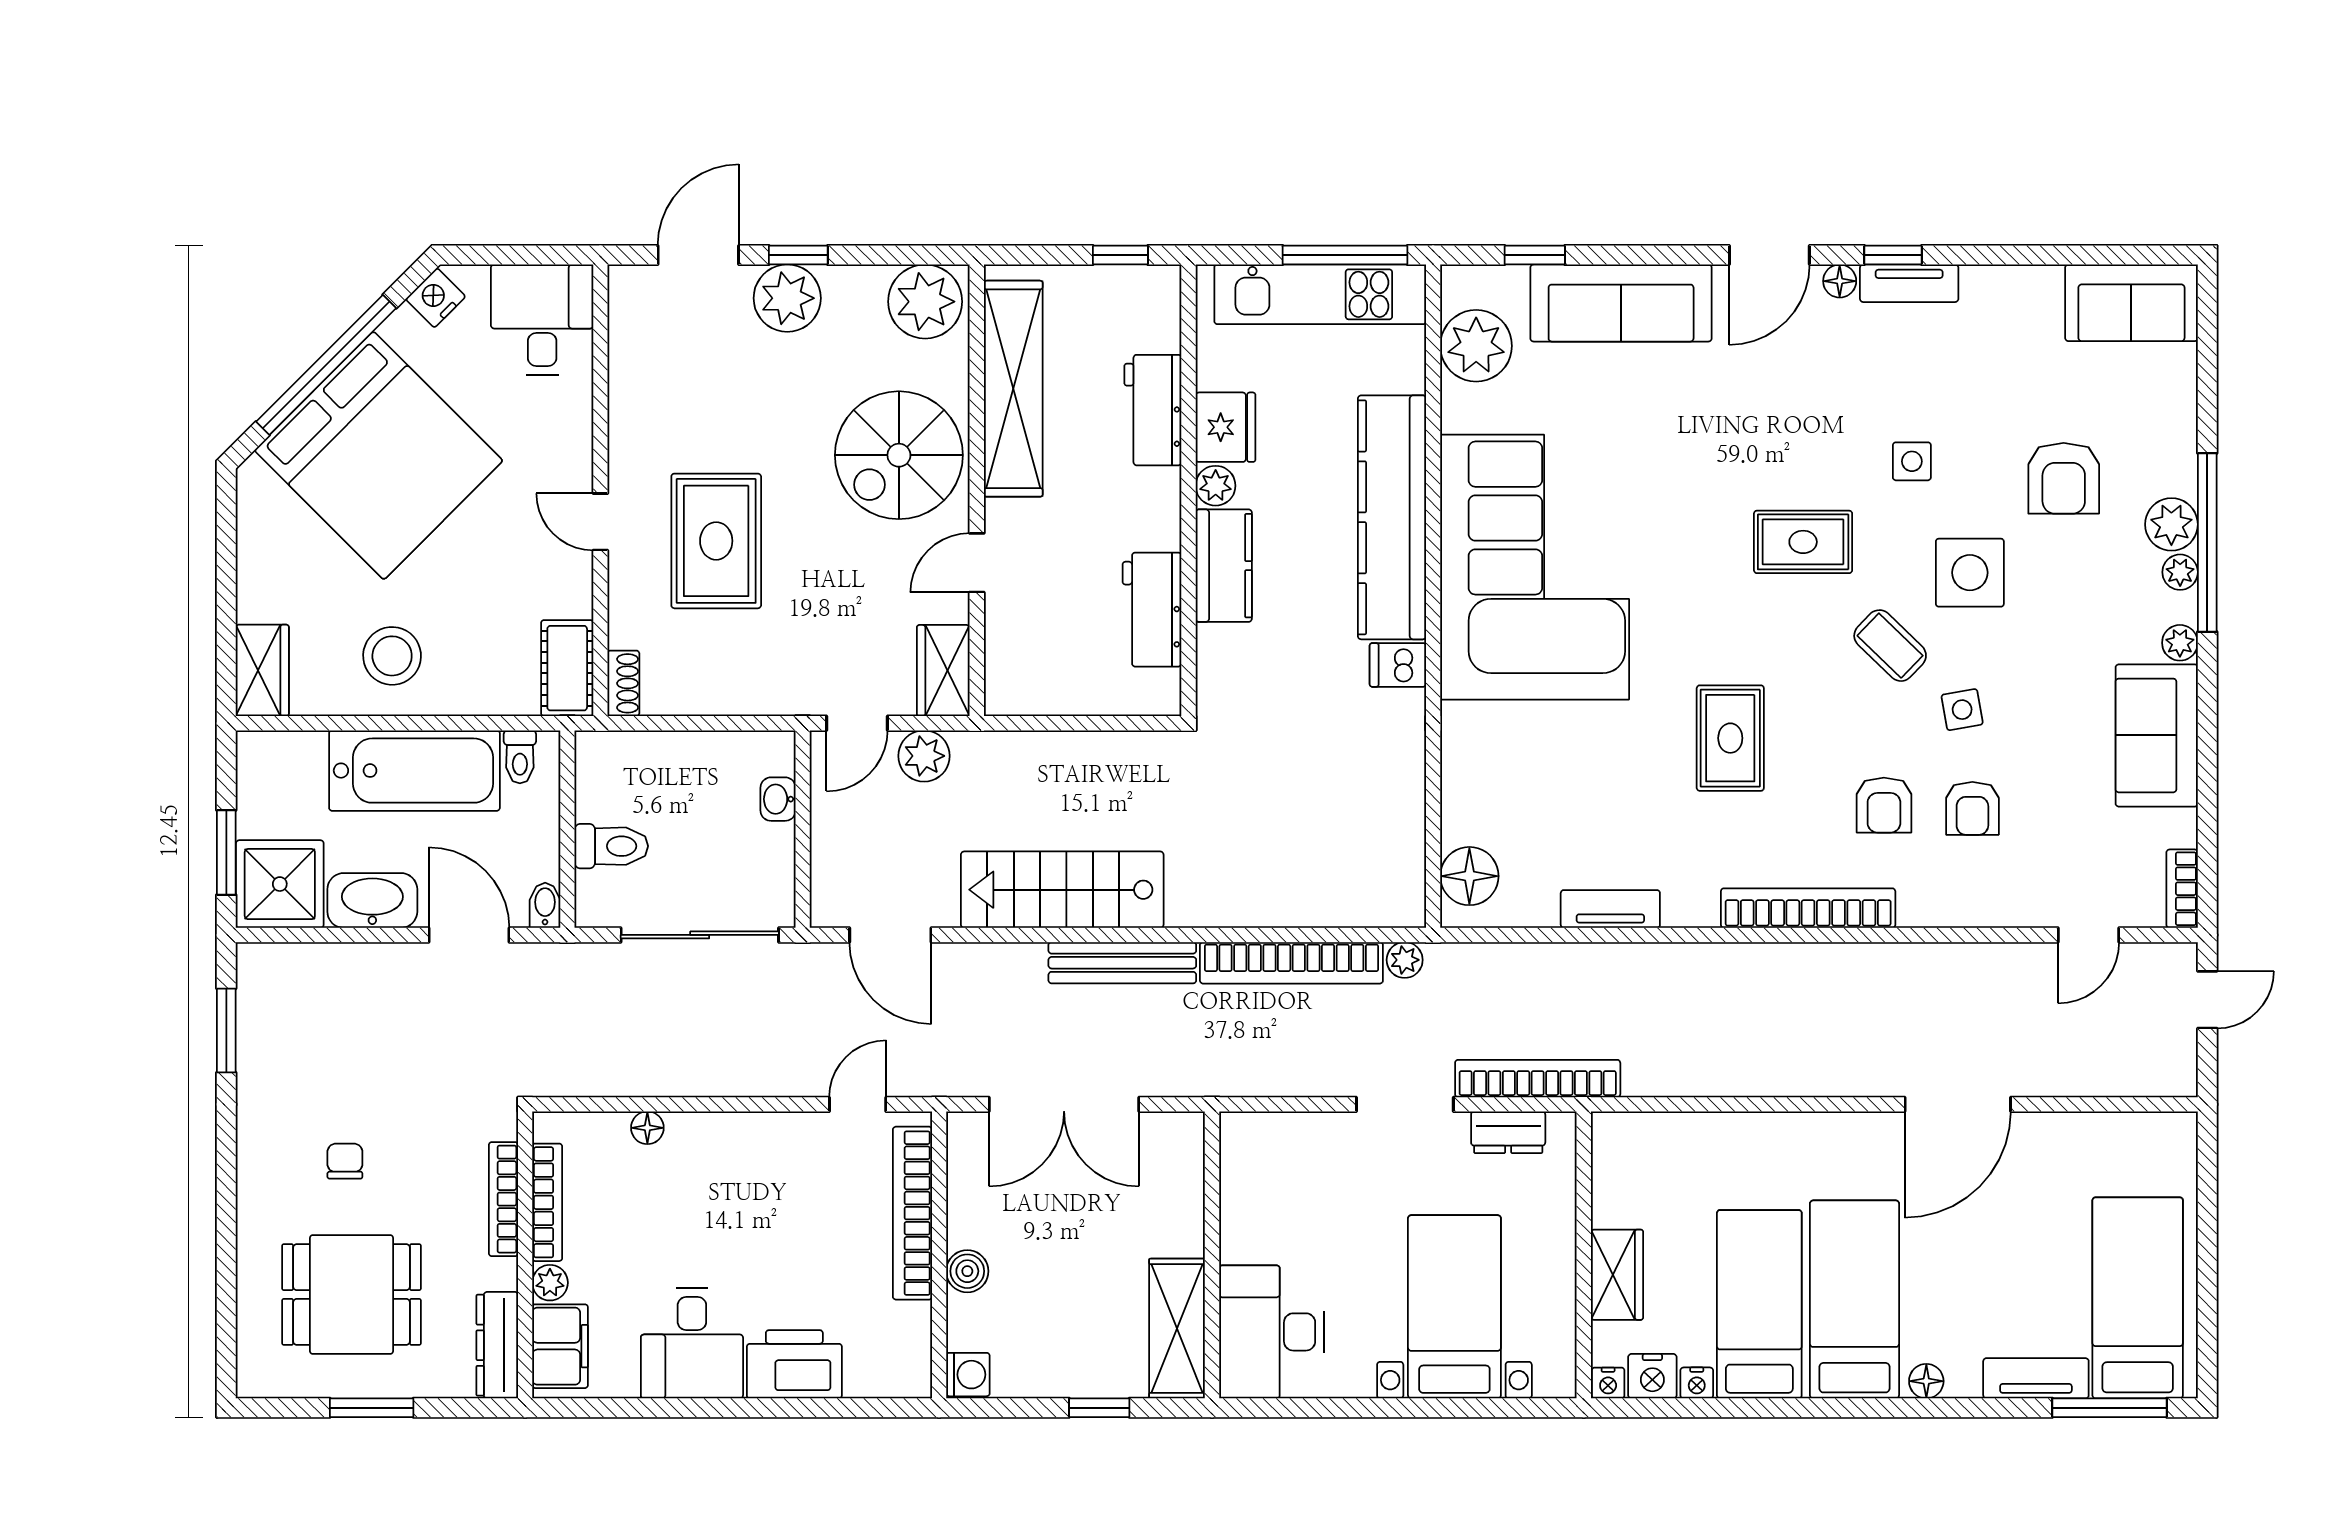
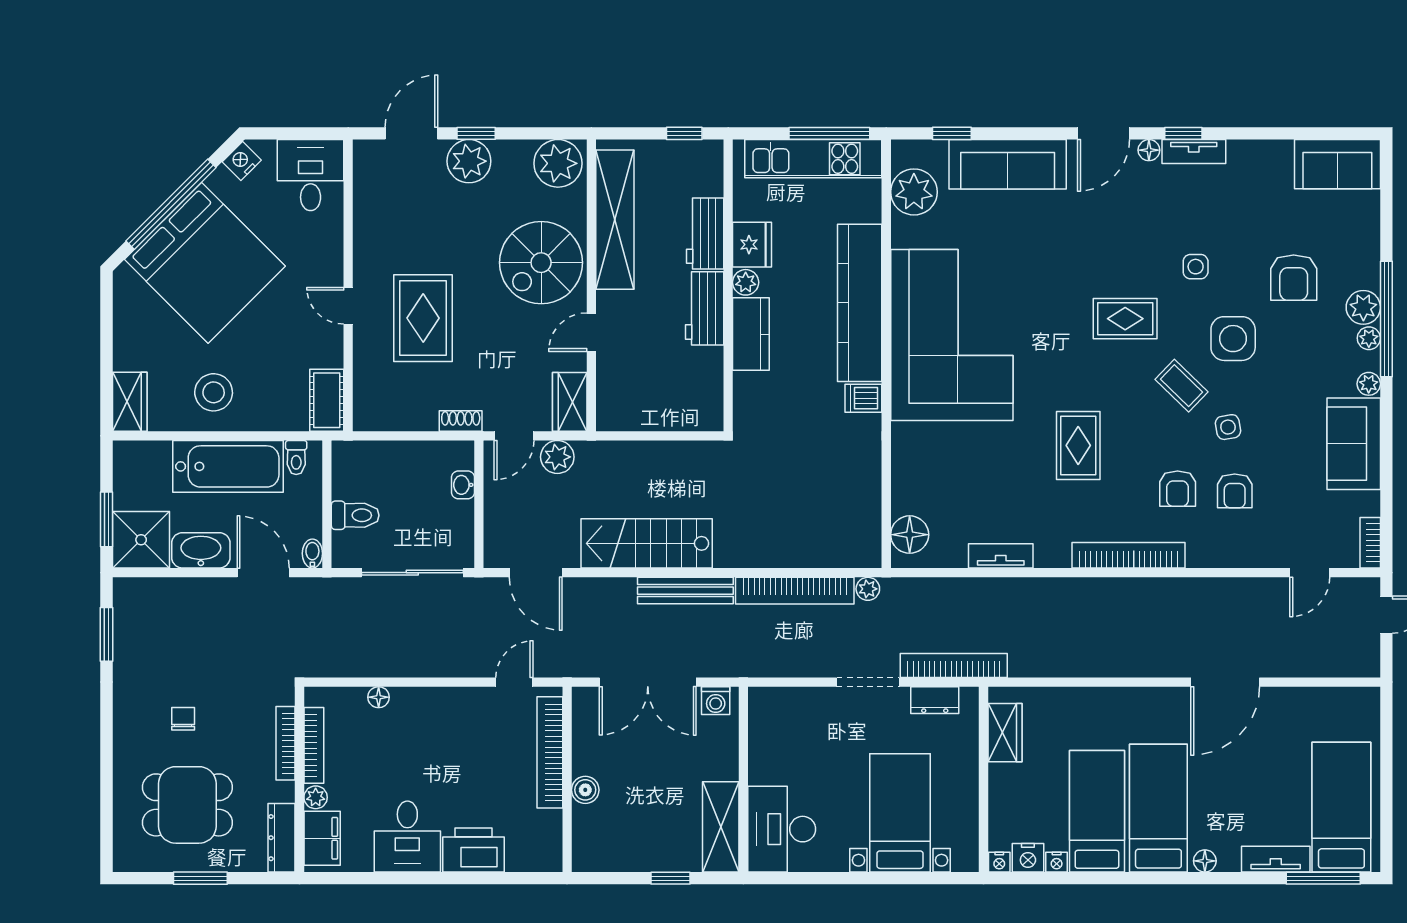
workbench: (1152, 610) -> (705, 308), moved
shoe rack: (623, 683) -> (461, 421), moved, turned -90
wardrobe: (1617, 1275) -> (1005, 733), moved
washing machine: (968, 1375) -> (716, 701), moved, turned 90

